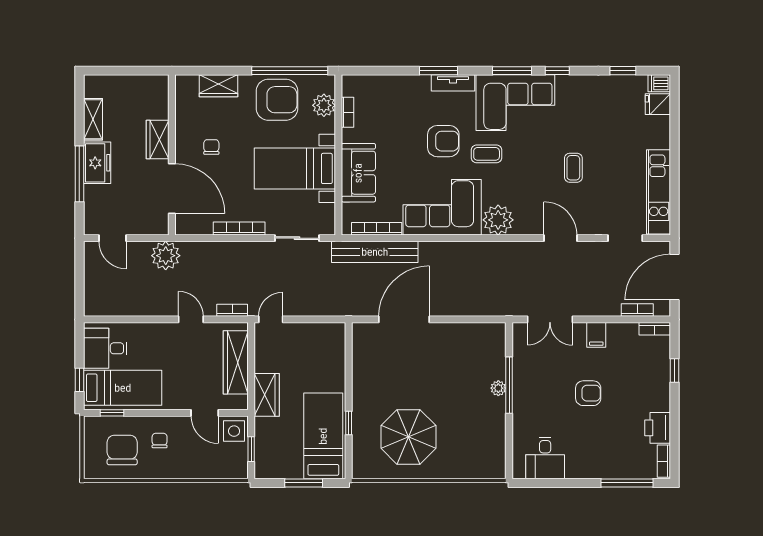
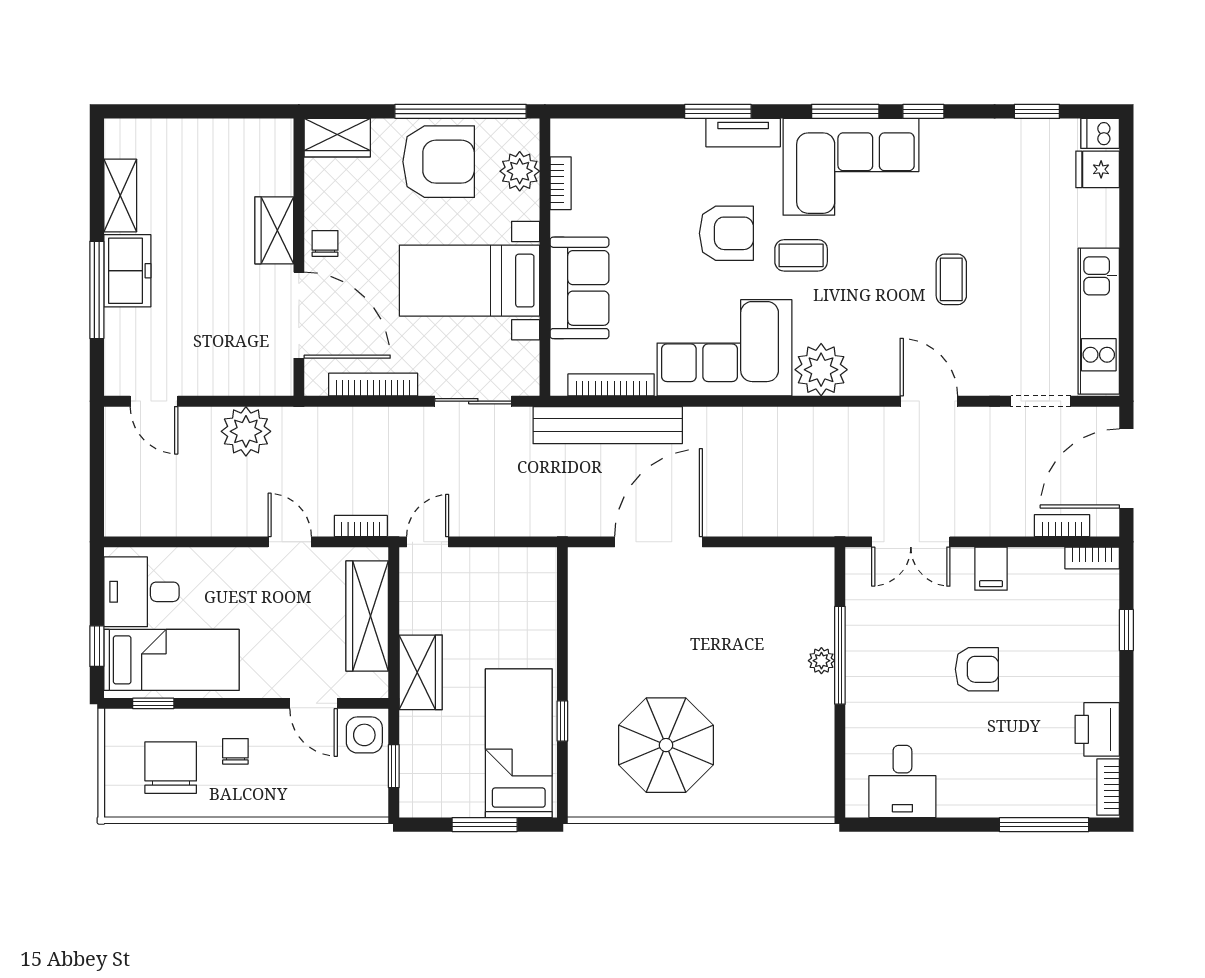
wardrobe: (158, 139) -> (274, 230), moved
wall: (172, 155) -> (299, 257), moved
door: (172, 188) -> (299, 315), moved

